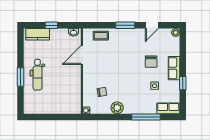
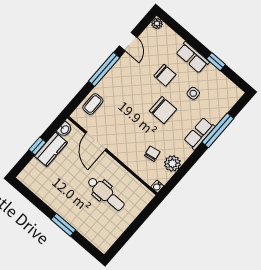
window: (125, 25) -> (104, 69), width x1.44
kitchen counter: (38, 34) -> (51, 149), moved
dental chair: (37, 75) -> (106, 194), moved
chair: (131, 77) -> (163, 110), added
plant: (117, 108) -> (172, 163), moved
row of seats: (168, 108) -> (199, 134), moved

